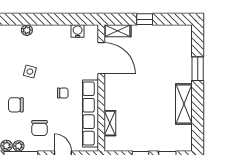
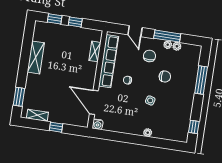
water cooler: (78, 31) -> (98, 124), moved
shelving: (117, 31) -> (37, 115), moved
window: (198, 69) -> (19, 97), moved

